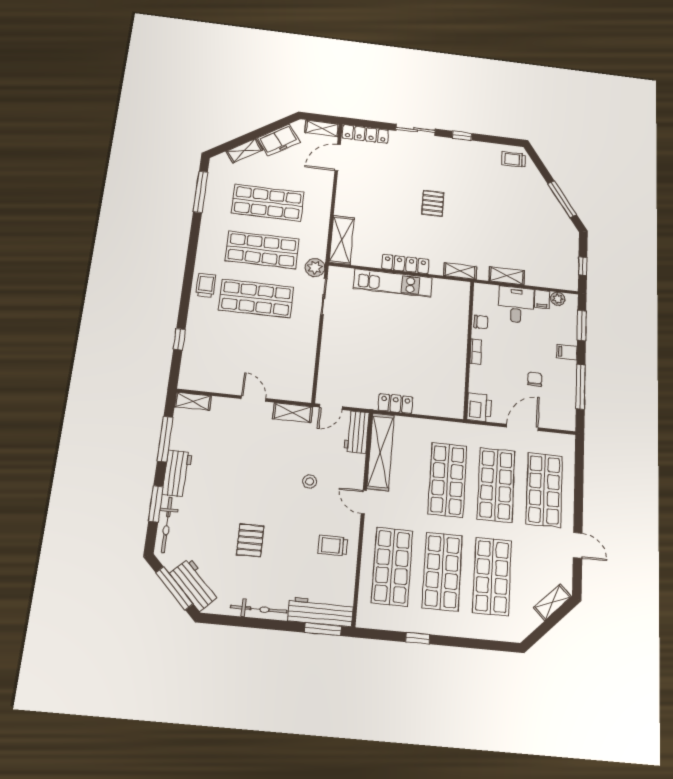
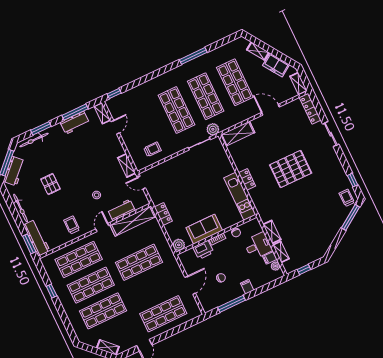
window: (462, 136) -> (353, 180), moved
door: (338, 158) -> (270, 110), moved
window: (200, 192) -> (193, 56), moved
window: (562, 199) -> (351, 217), moved
pallet: (433, 203) -> (291, 169), width x2.05, depth x2.00
locker: (405, 264) -> (247, 179), width x0.66
shelving: (460, 271) -> (281, 252), moved
kitchen unit: (393, 283) -> (240, 196), moved
trolley: (206, 285) -> (152, 149), moved
window: (582, 325) -> (268, 287), removed
window: (179, 339) -> (114, 94), moved
sofa: (451, 361) -> (204, 229), added
door: (254, 399) -> (115, 127), moved
printer: (479, 407) -> (203, 250), moved
plant: (454, 409) -> (179, 245), added
door: (522, 427) -> (190, 285), hinge flipped
workbench: (357, 432) -> (121, 210), moved
workbench: (177, 473) -> (75, 123), moved
shop shelf: (496, 485) -> (151, 288), removed
pallet: (250, 540) -> (50, 184), turned 90

